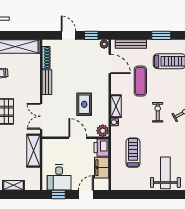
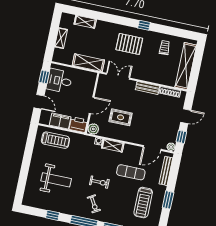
treadmill: (133, 153) -> (55, 140), moved
weight bench: (165, 173) -> (56, 180), moved

